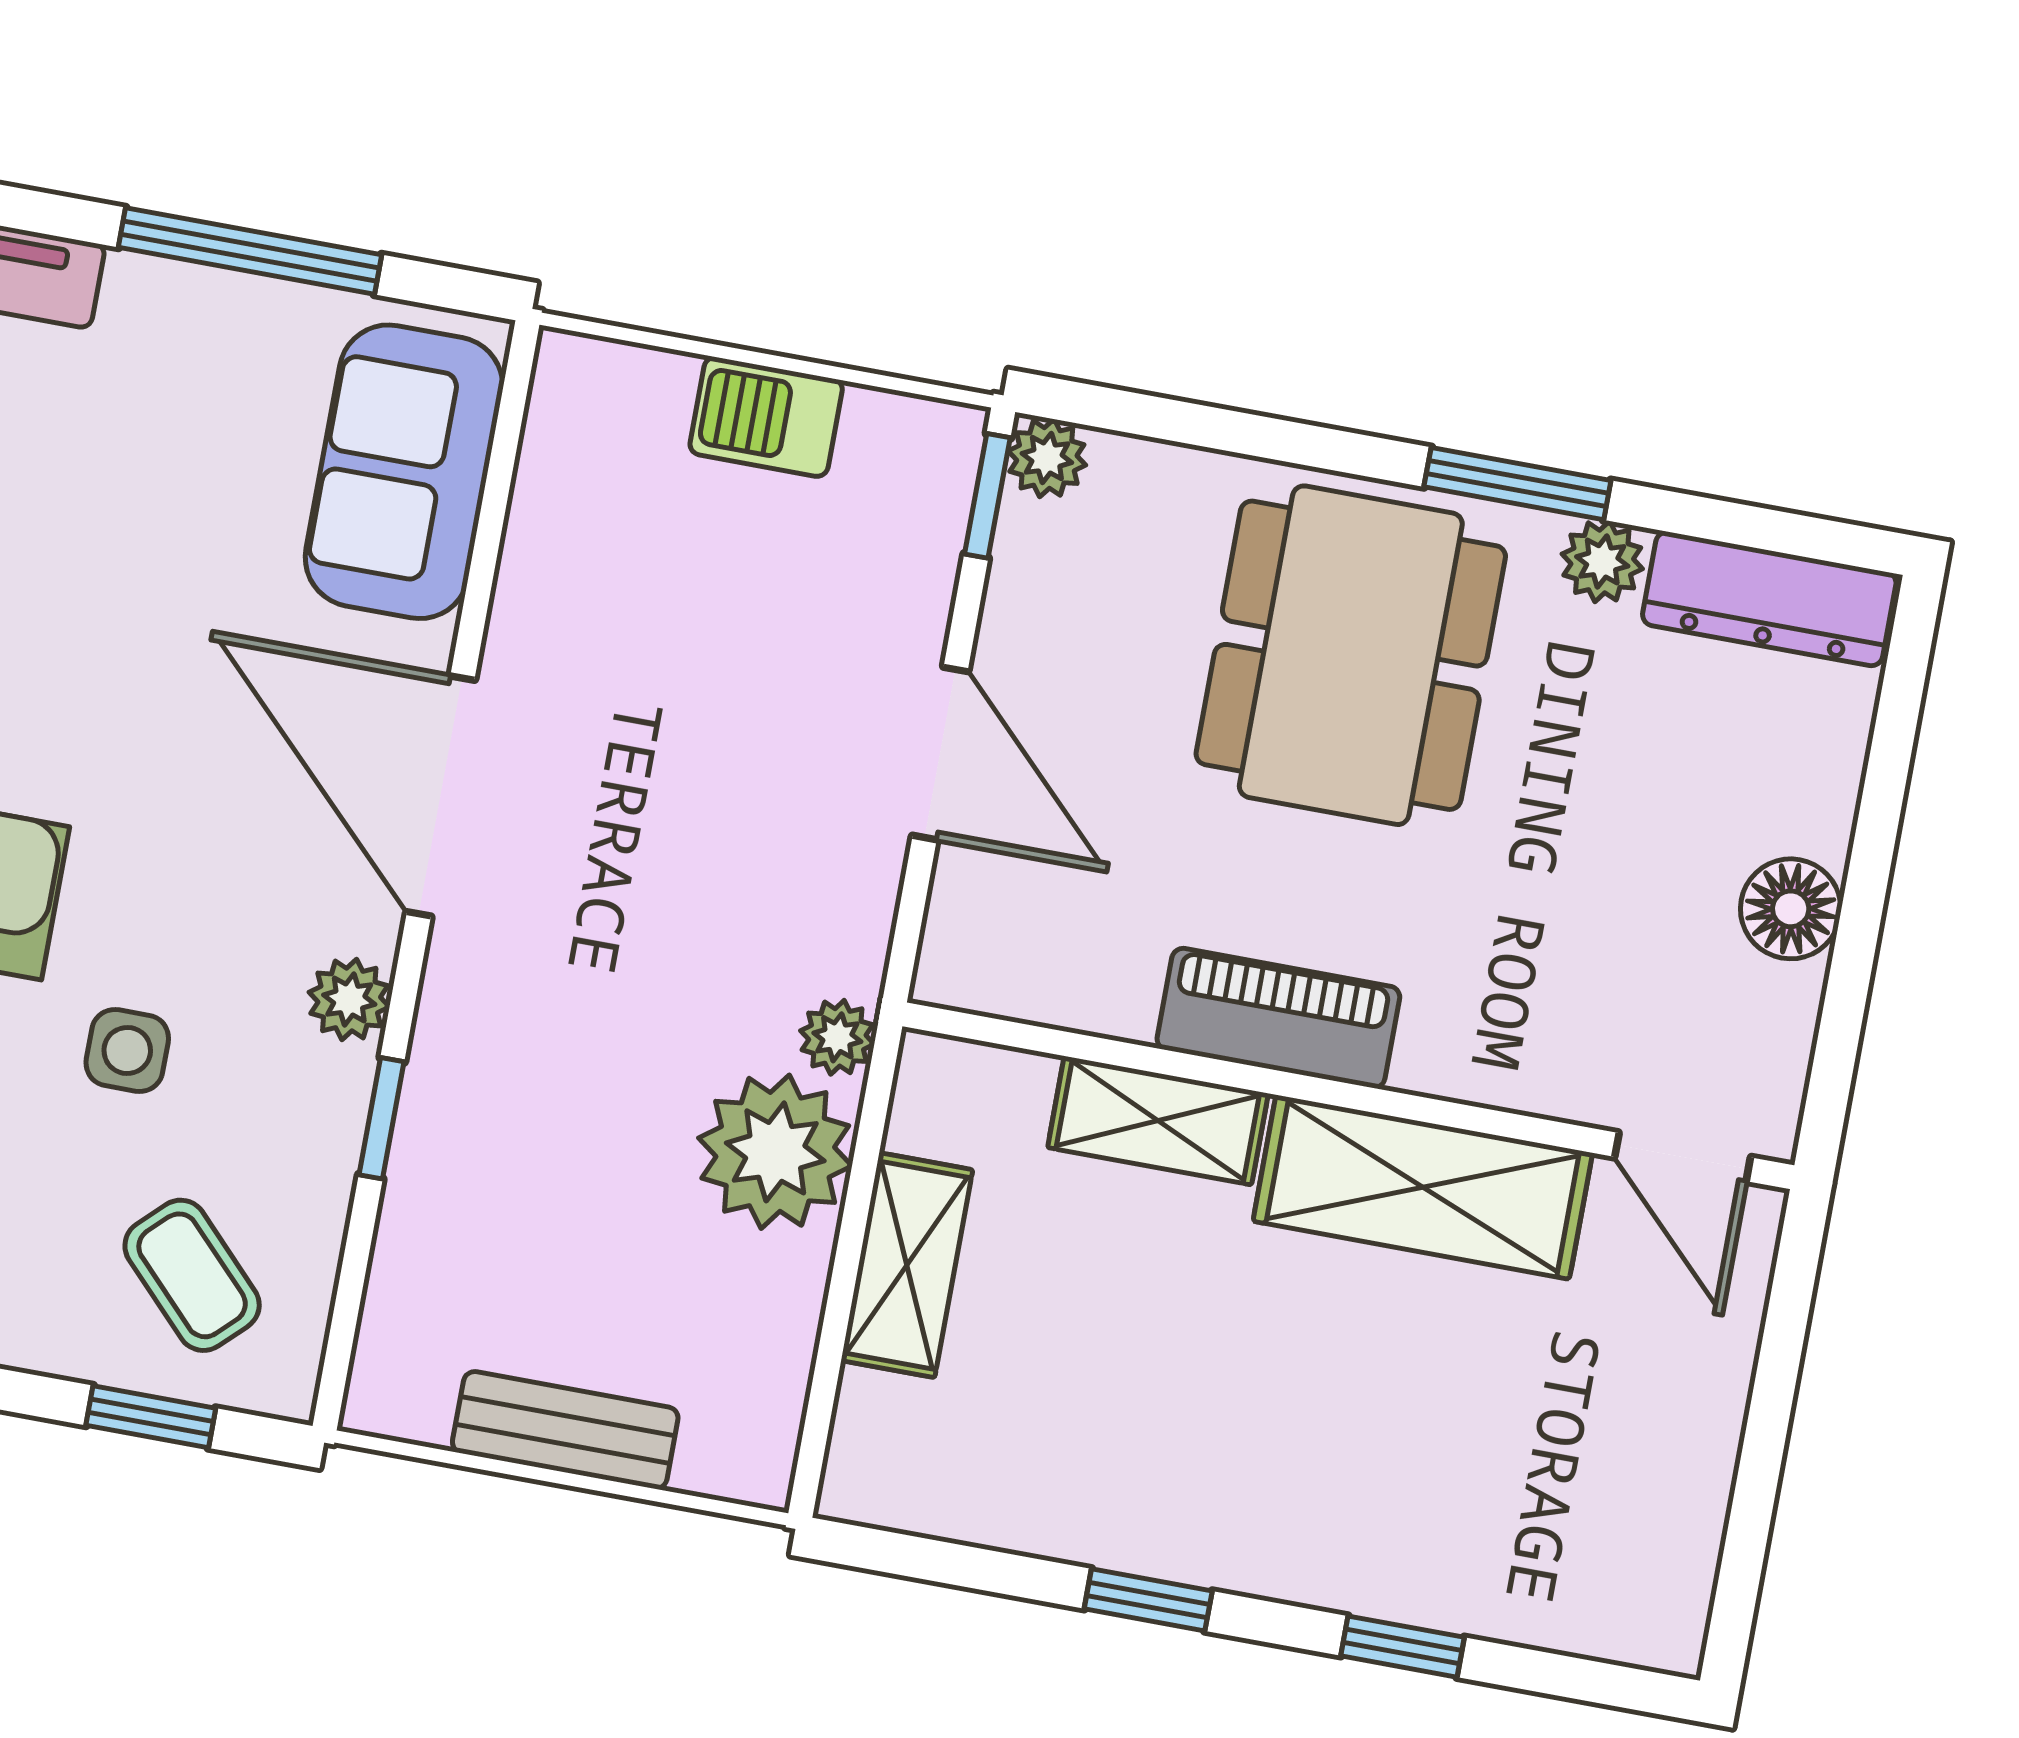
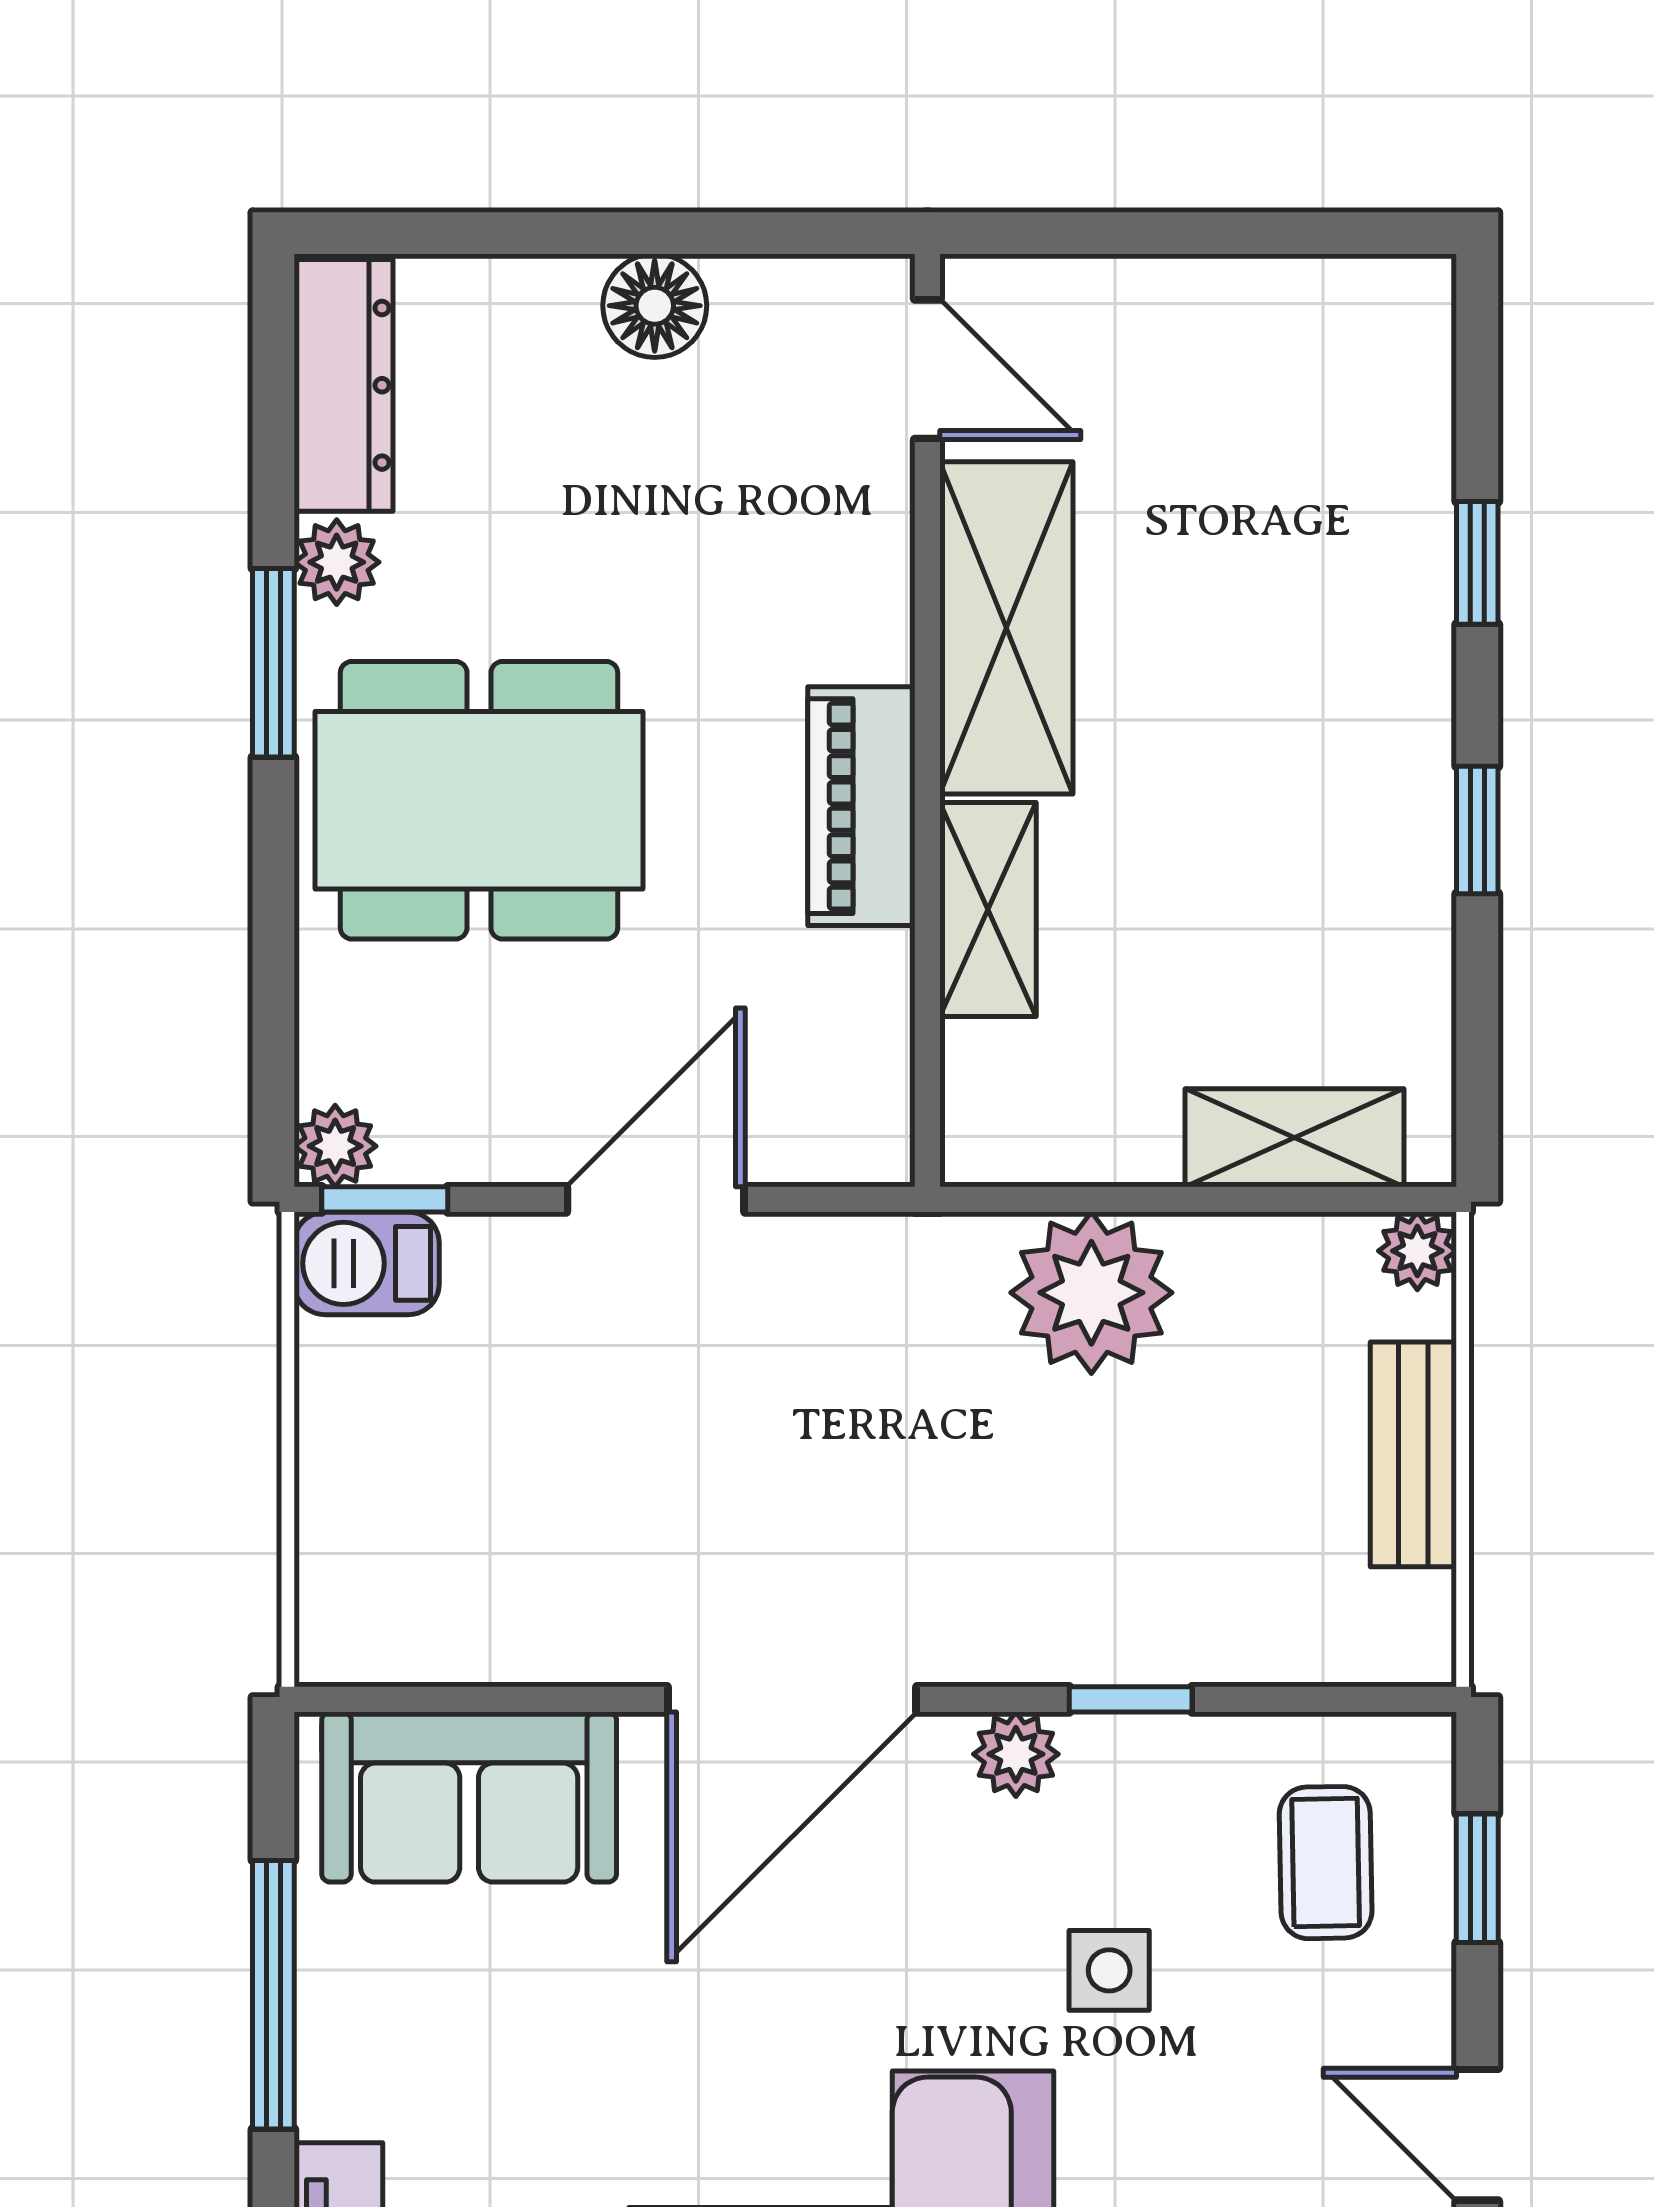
barbecue: (766, 417) -> (367, 1263), moved, turned 90
plant: (837, 1037) -> (1417, 1251), moved
door: (1683, 1157) -> (927, 369), hinge flipped
shelving: (907, 1265) -> (1294, 1138), moved
coffee table: (192, 1275) -> (1326, 1863), turned -47

